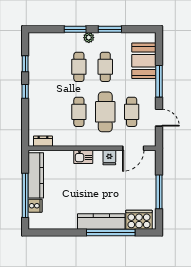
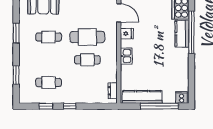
window: (75, 29) -> (16, 75), moved
plant: (89, 38) -> (23, 51), removed
cafe table: (79, 67) -> (49, 82), moved
cafe table: (132, 112) -> (87, 14), removed
cooker: (35, 206) -> (182, 98), moved
kitchen counter: (101, 222) -> (182, 34), width x0.67

